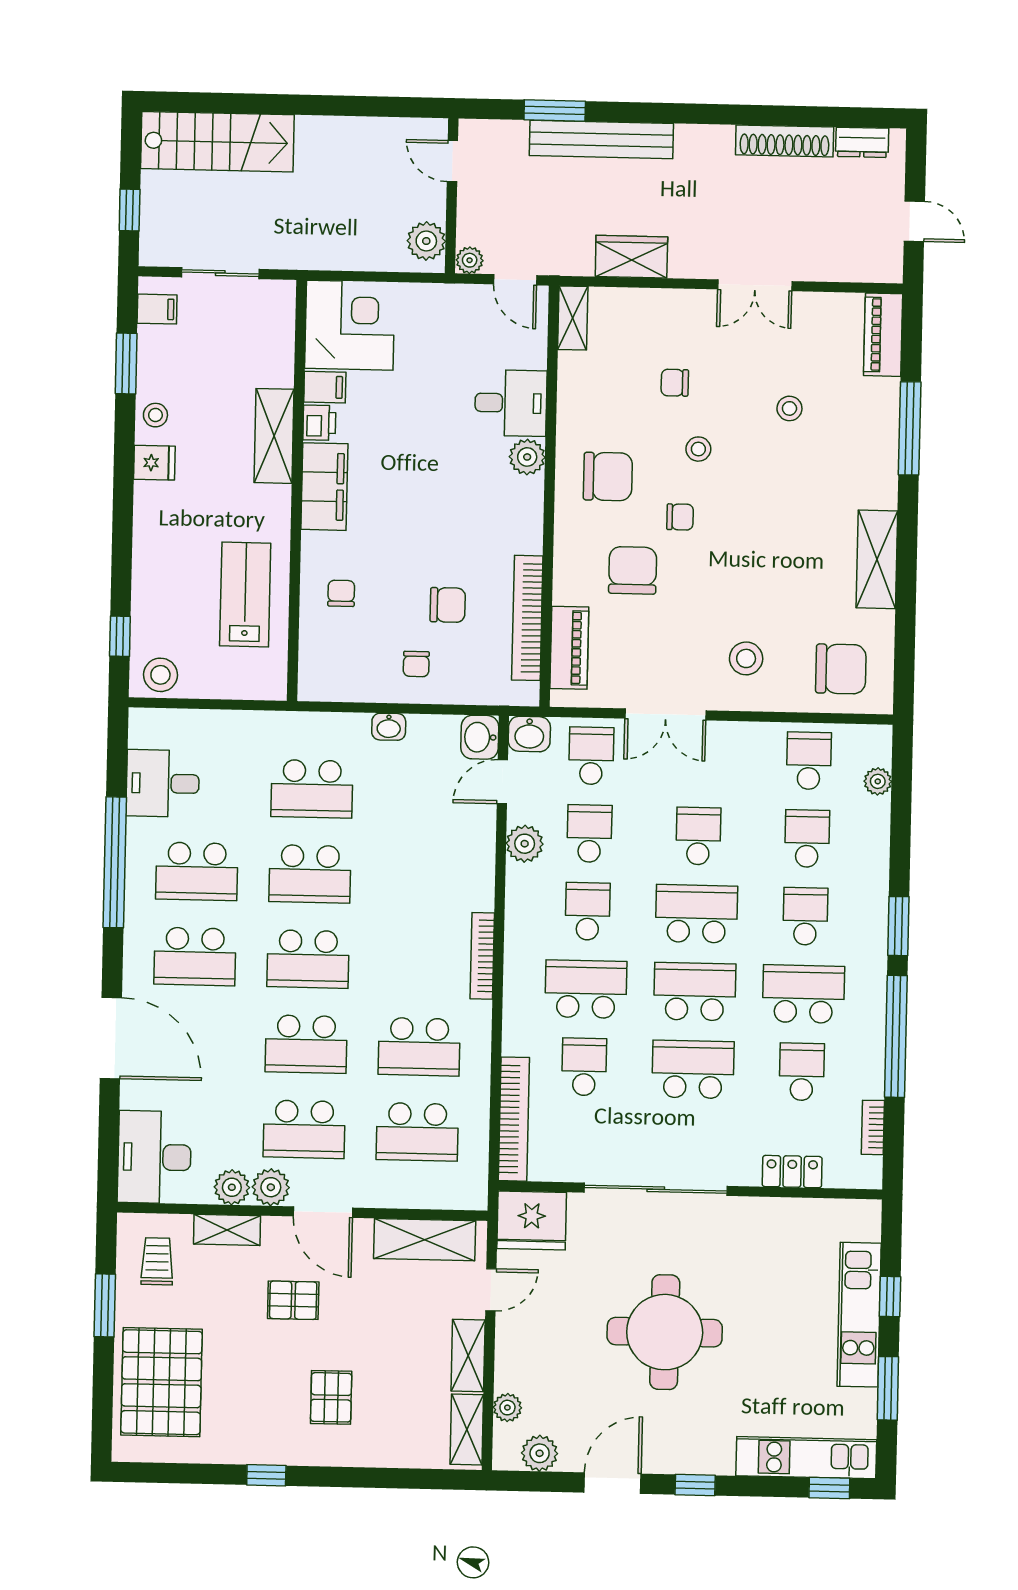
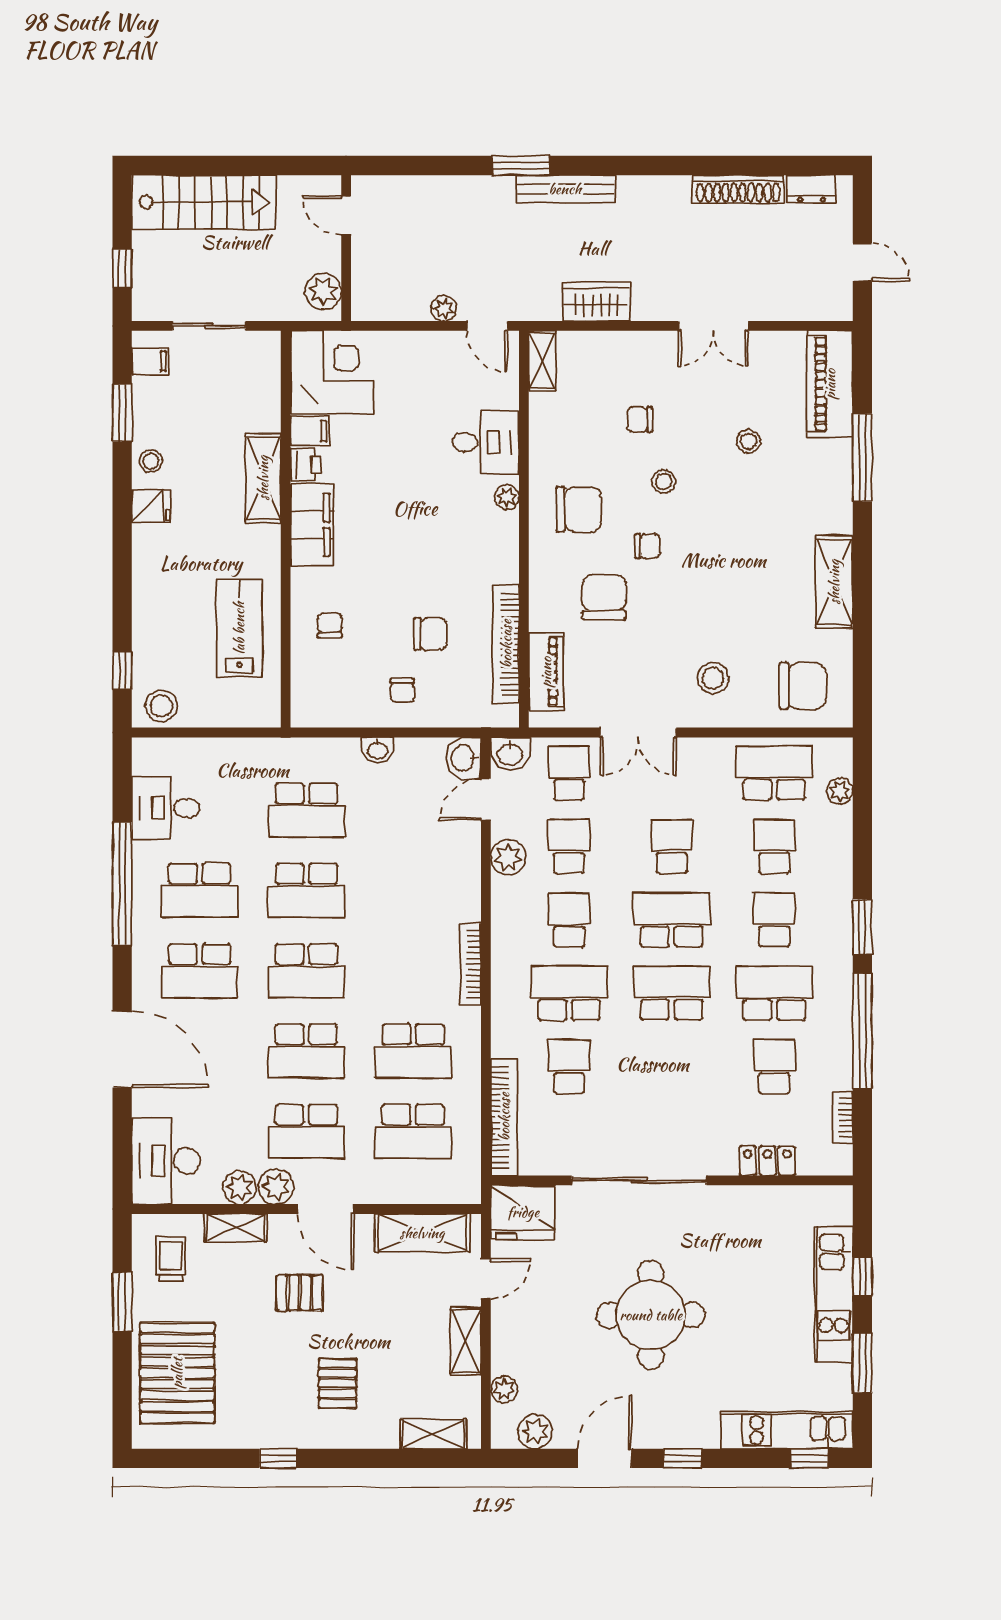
bench: (601, 140) -> (565, 189), width x0.73, depth x0.82
door: (452, 161) -> (346, 215), moved
wall: (452, 196) -> (346, 248), moved
plant: (426, 241) -> (323, 291), moved
piano: (883, 335) -> (830, 384), width x1.37, depth x1.33
plant: (527, 457) -> (507, 497), width x0.73, depth x0.73
school desk: (809, 761) -> (774, 773), width x1.85
school desk: (693, 1069) -> (672, 1067), removed
shelving: (467, 1429) -> (433, 1434), moved, turned 90

